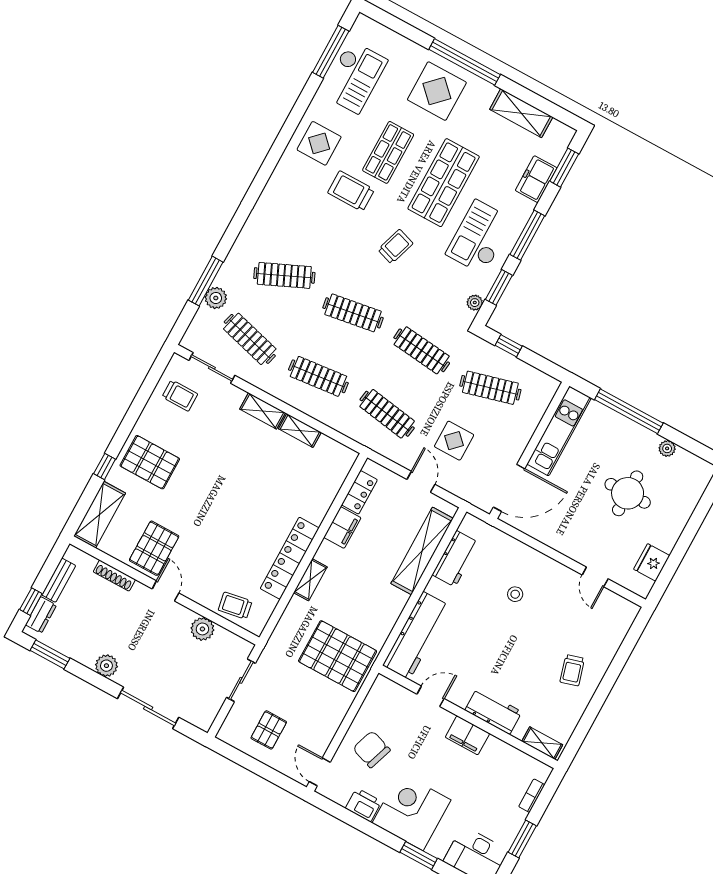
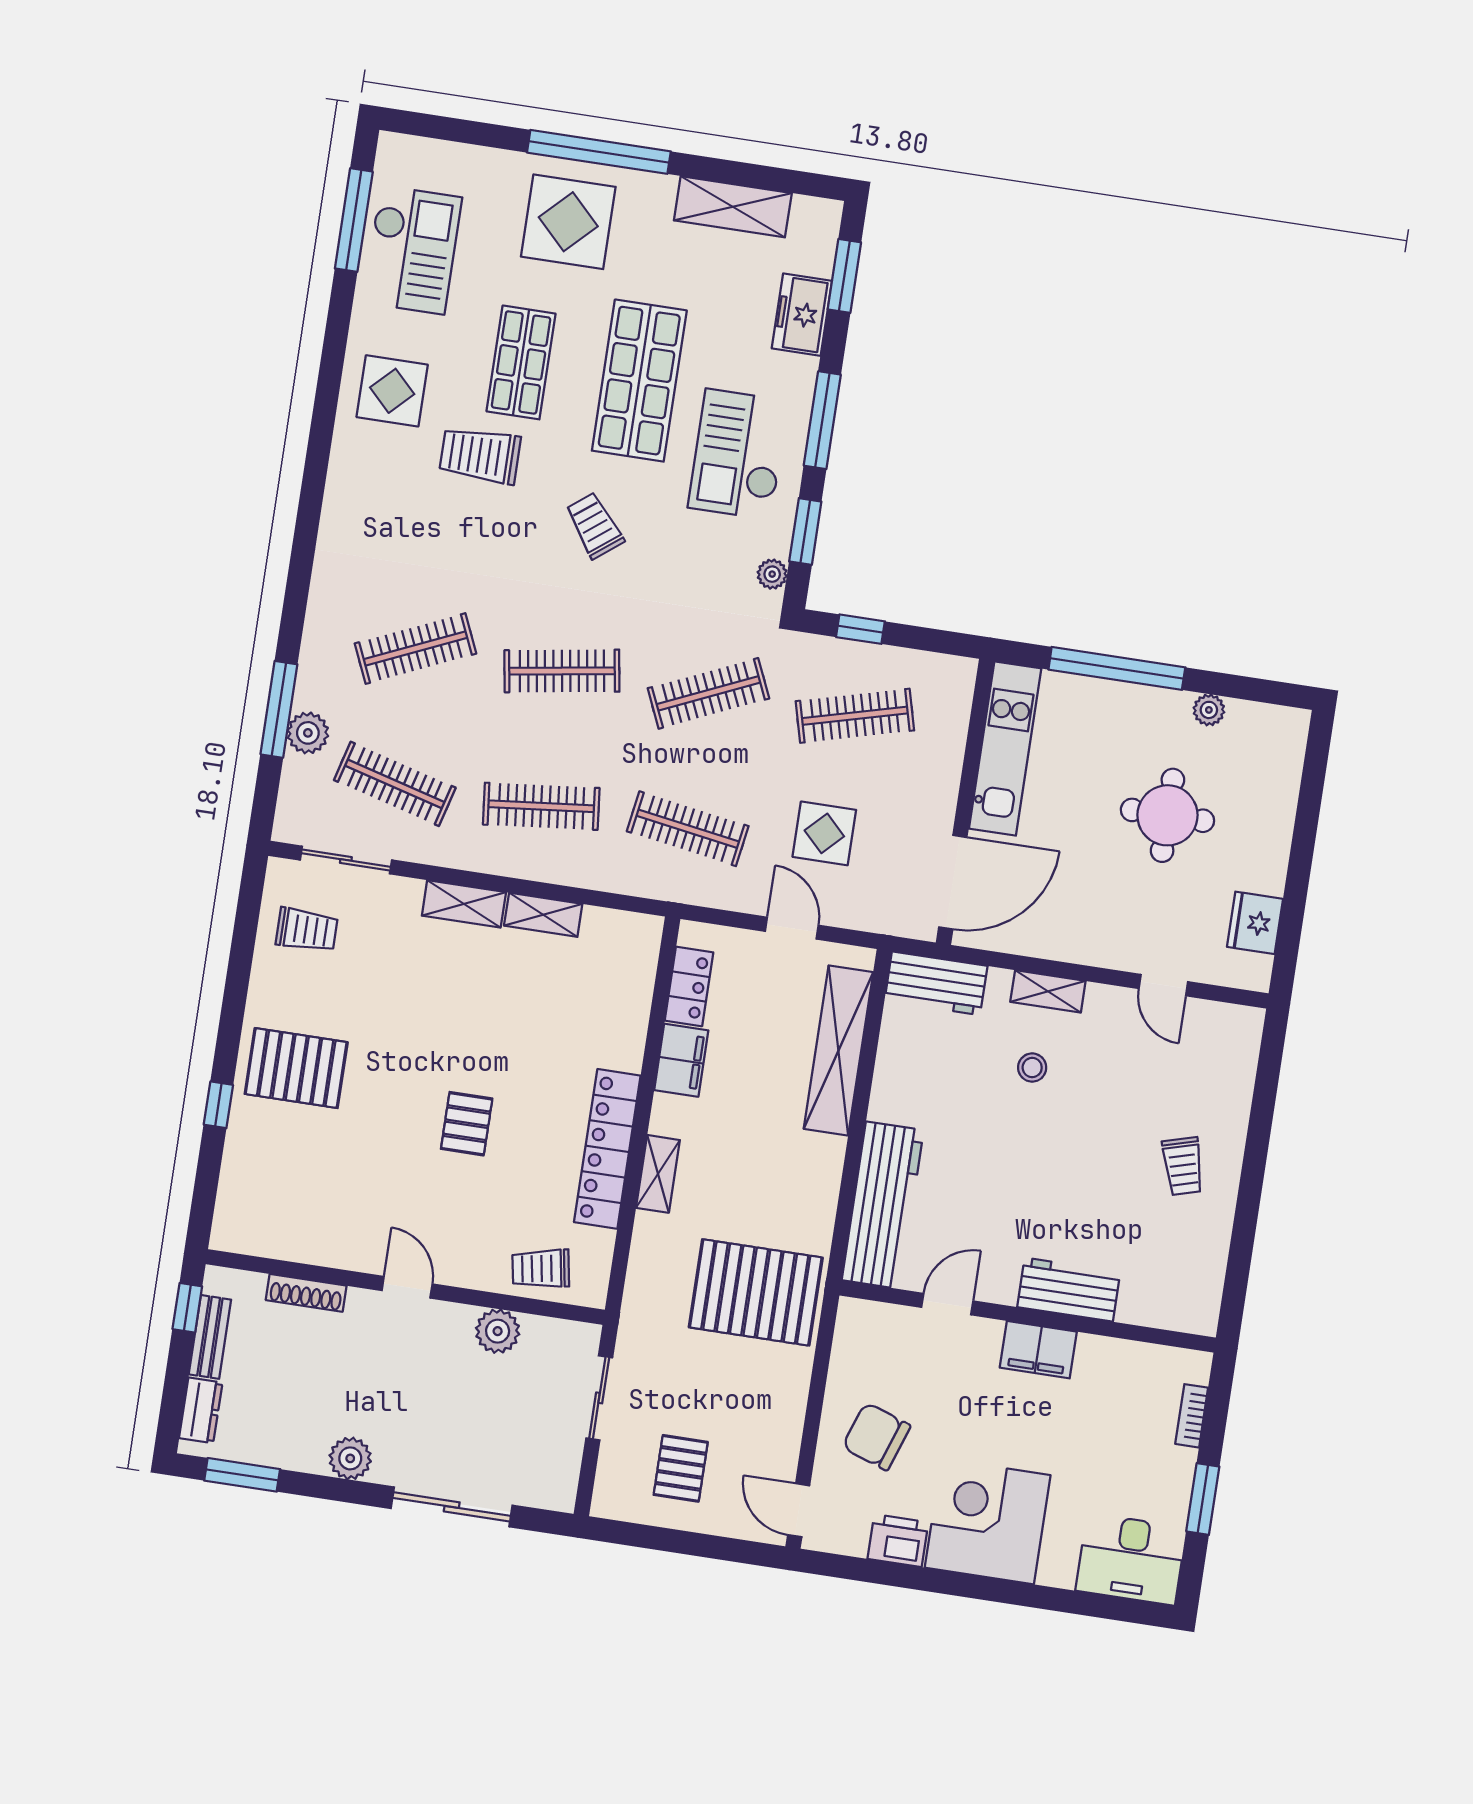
trolley: (395, 247) -> (595, 526), turned -56
clothes rail: (422, 350) -> (708, 693), turned -30
shelving: (100, 515) -> (240, 1194), removed
pallet: (154, 548) -> (467, 1124), moved, width x0.67, depth x0.71
workbench: (456, 559) -> (936, 983), moved, turned 90
window: (31, 602) -> (187, 1308), moved
shelving: (542, 743) -> (1048, 991), moved
window: (419, 855) -> (1029, 1595), removed

